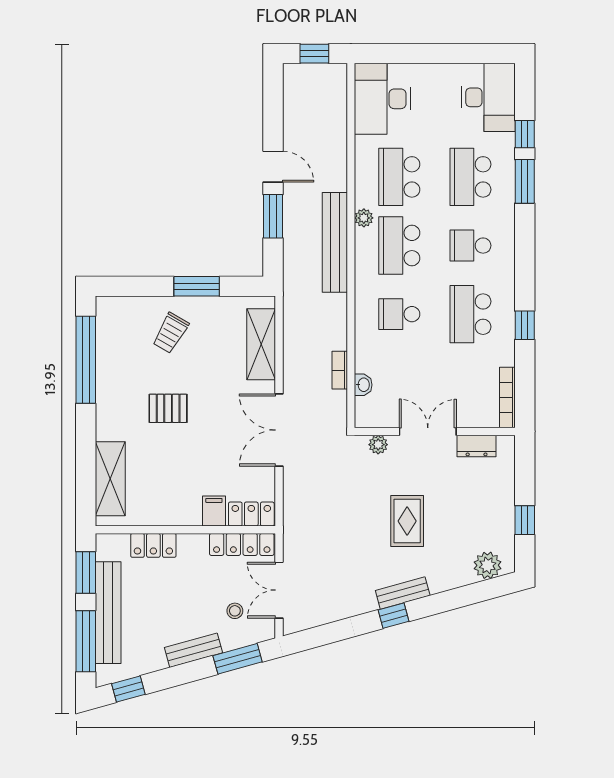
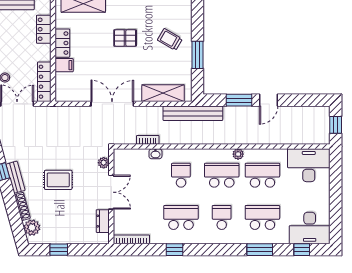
window: (525, 134) -> (302, 250), moved
bench: (335, 242) -> (193, 113), moved
washbasin: (363, 385) -> (155, 154), moved
pallet: (168, 408) -> (125, 38), turned 90
locker: (251, 514) -> (62, 43), moved
shoe rack: (452, 581) -> (22, 206), added

